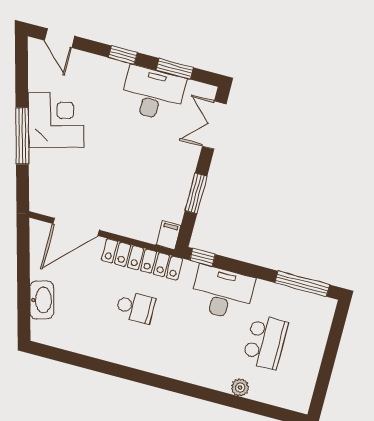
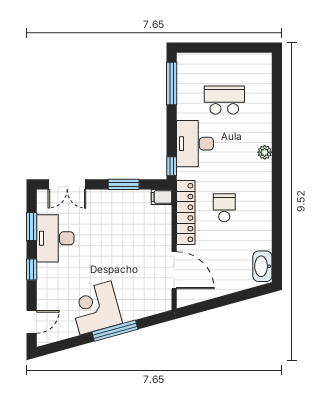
washbasin: (42, 300) -> (262, 266), moved, turned -75
plant: (240, 387) -> (265, 152), moved

